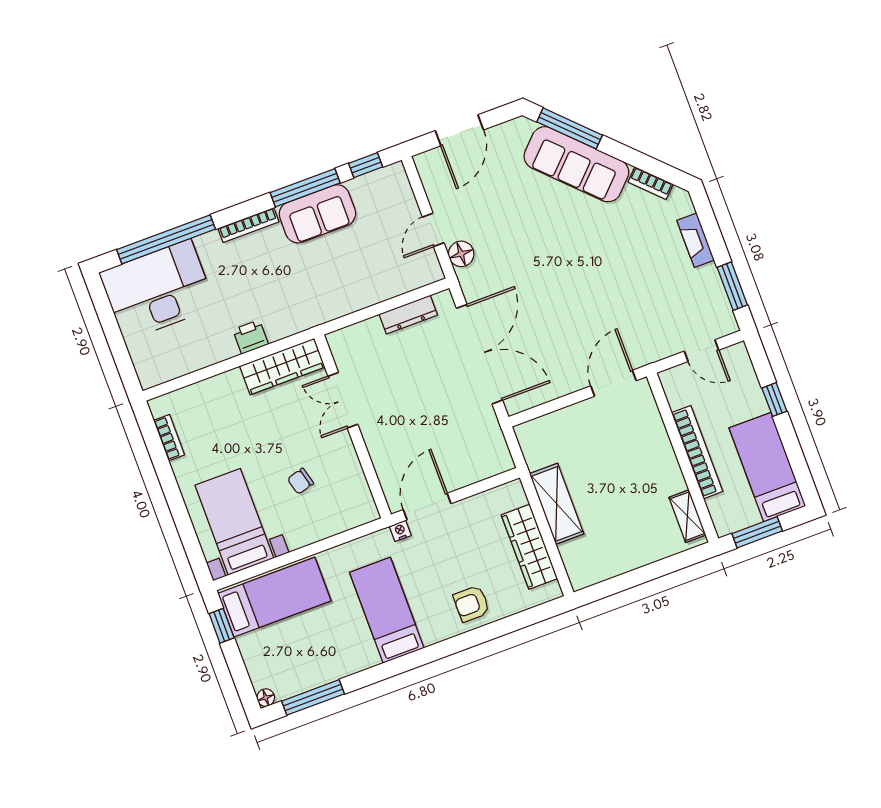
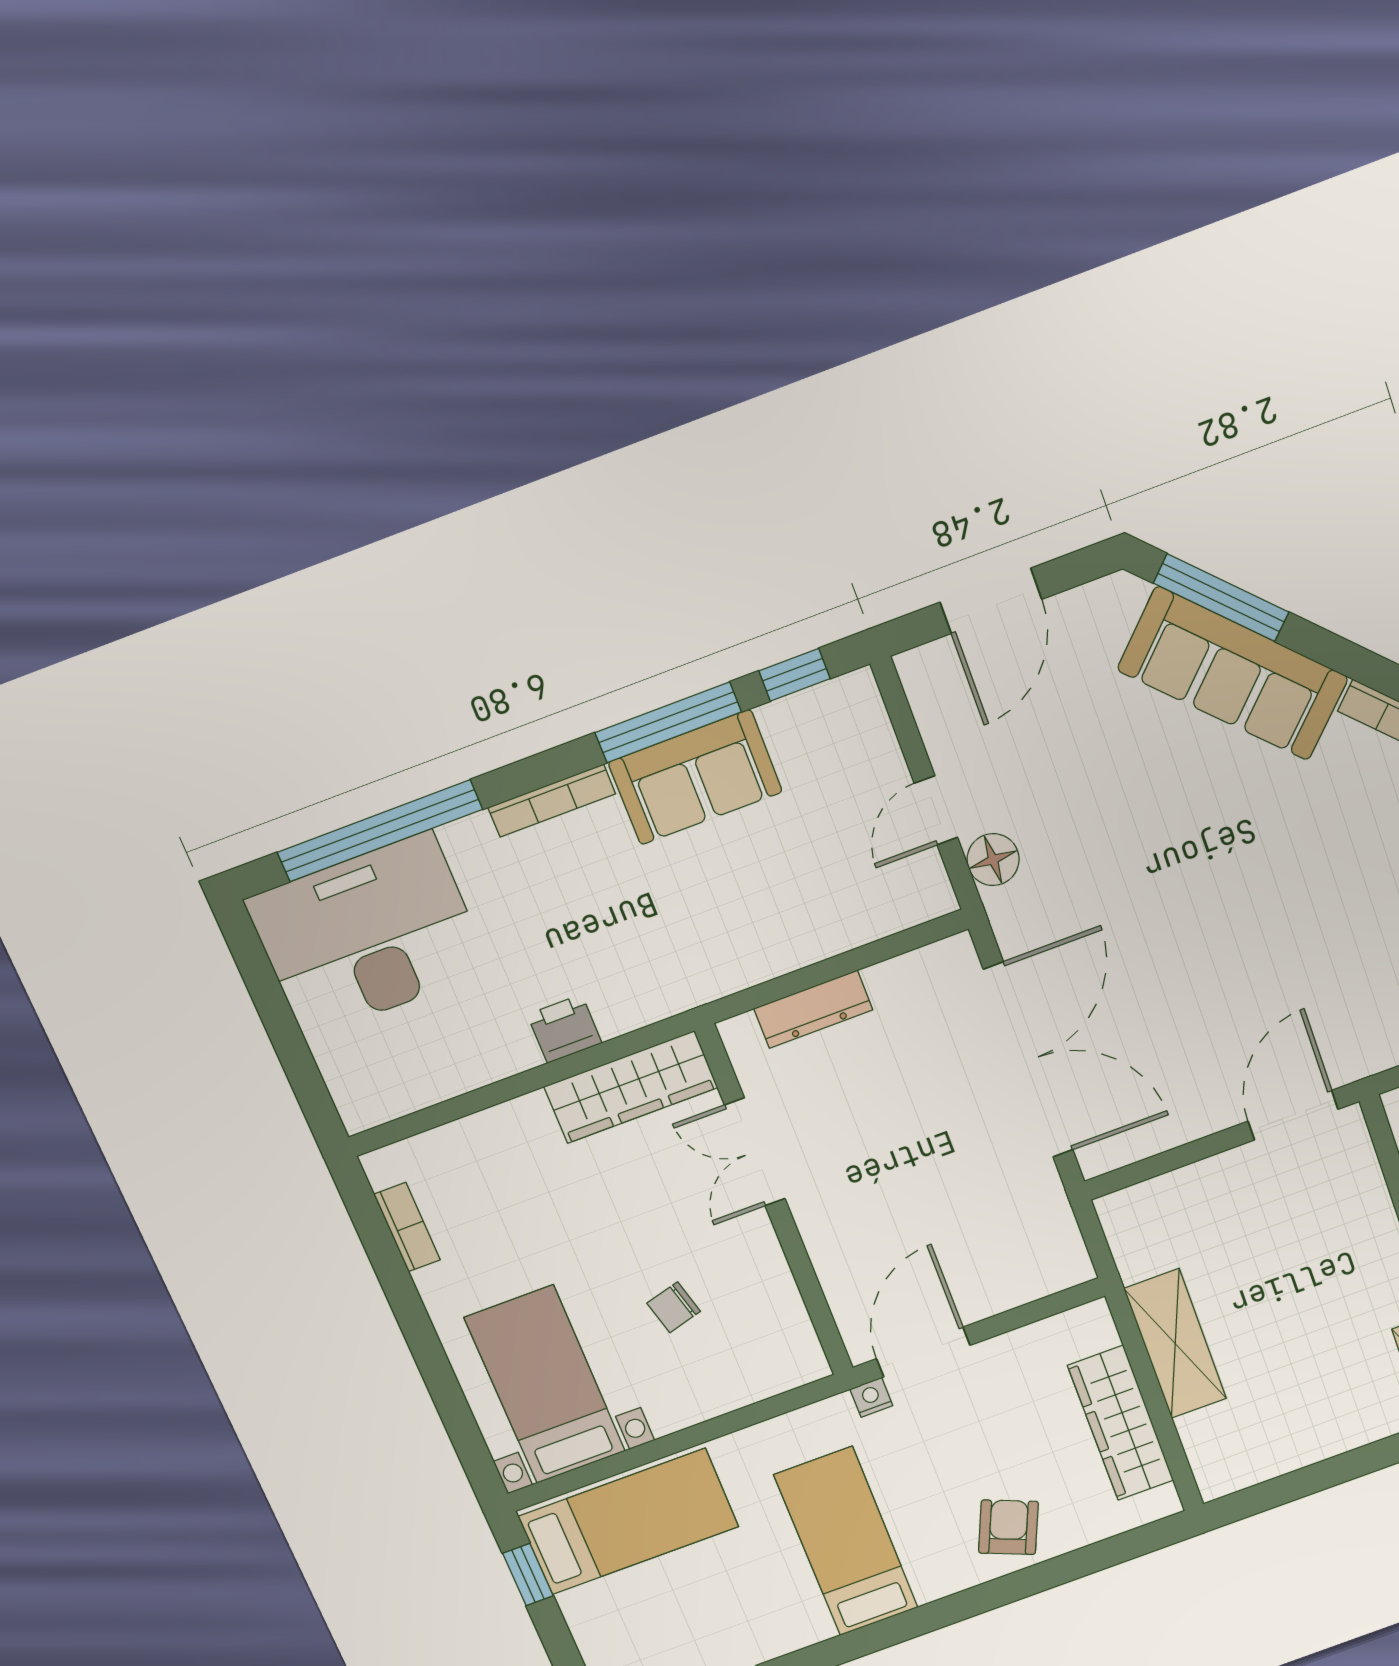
dresser: (408, 315) -> (813, 1009), moved
armchair: (471, 604) -> (1008, 1527), turned 113

